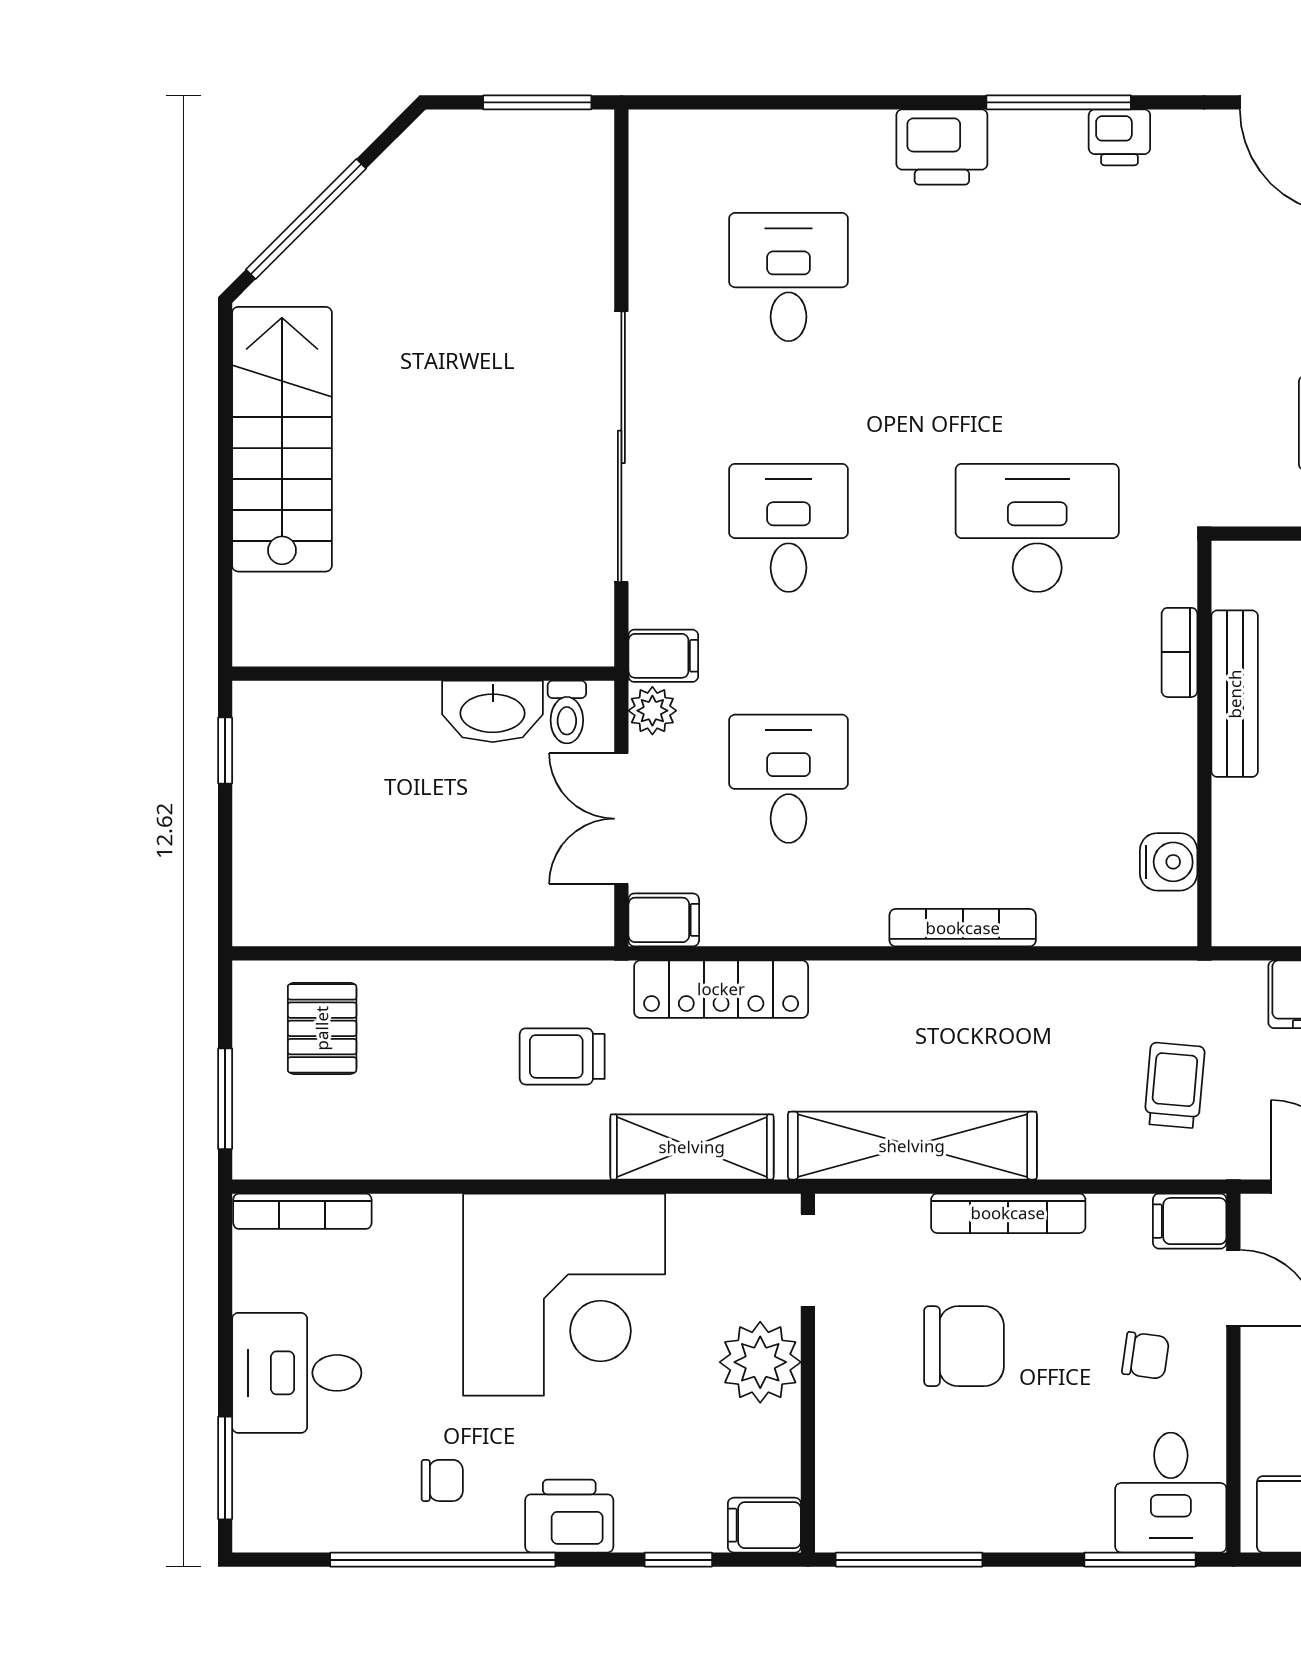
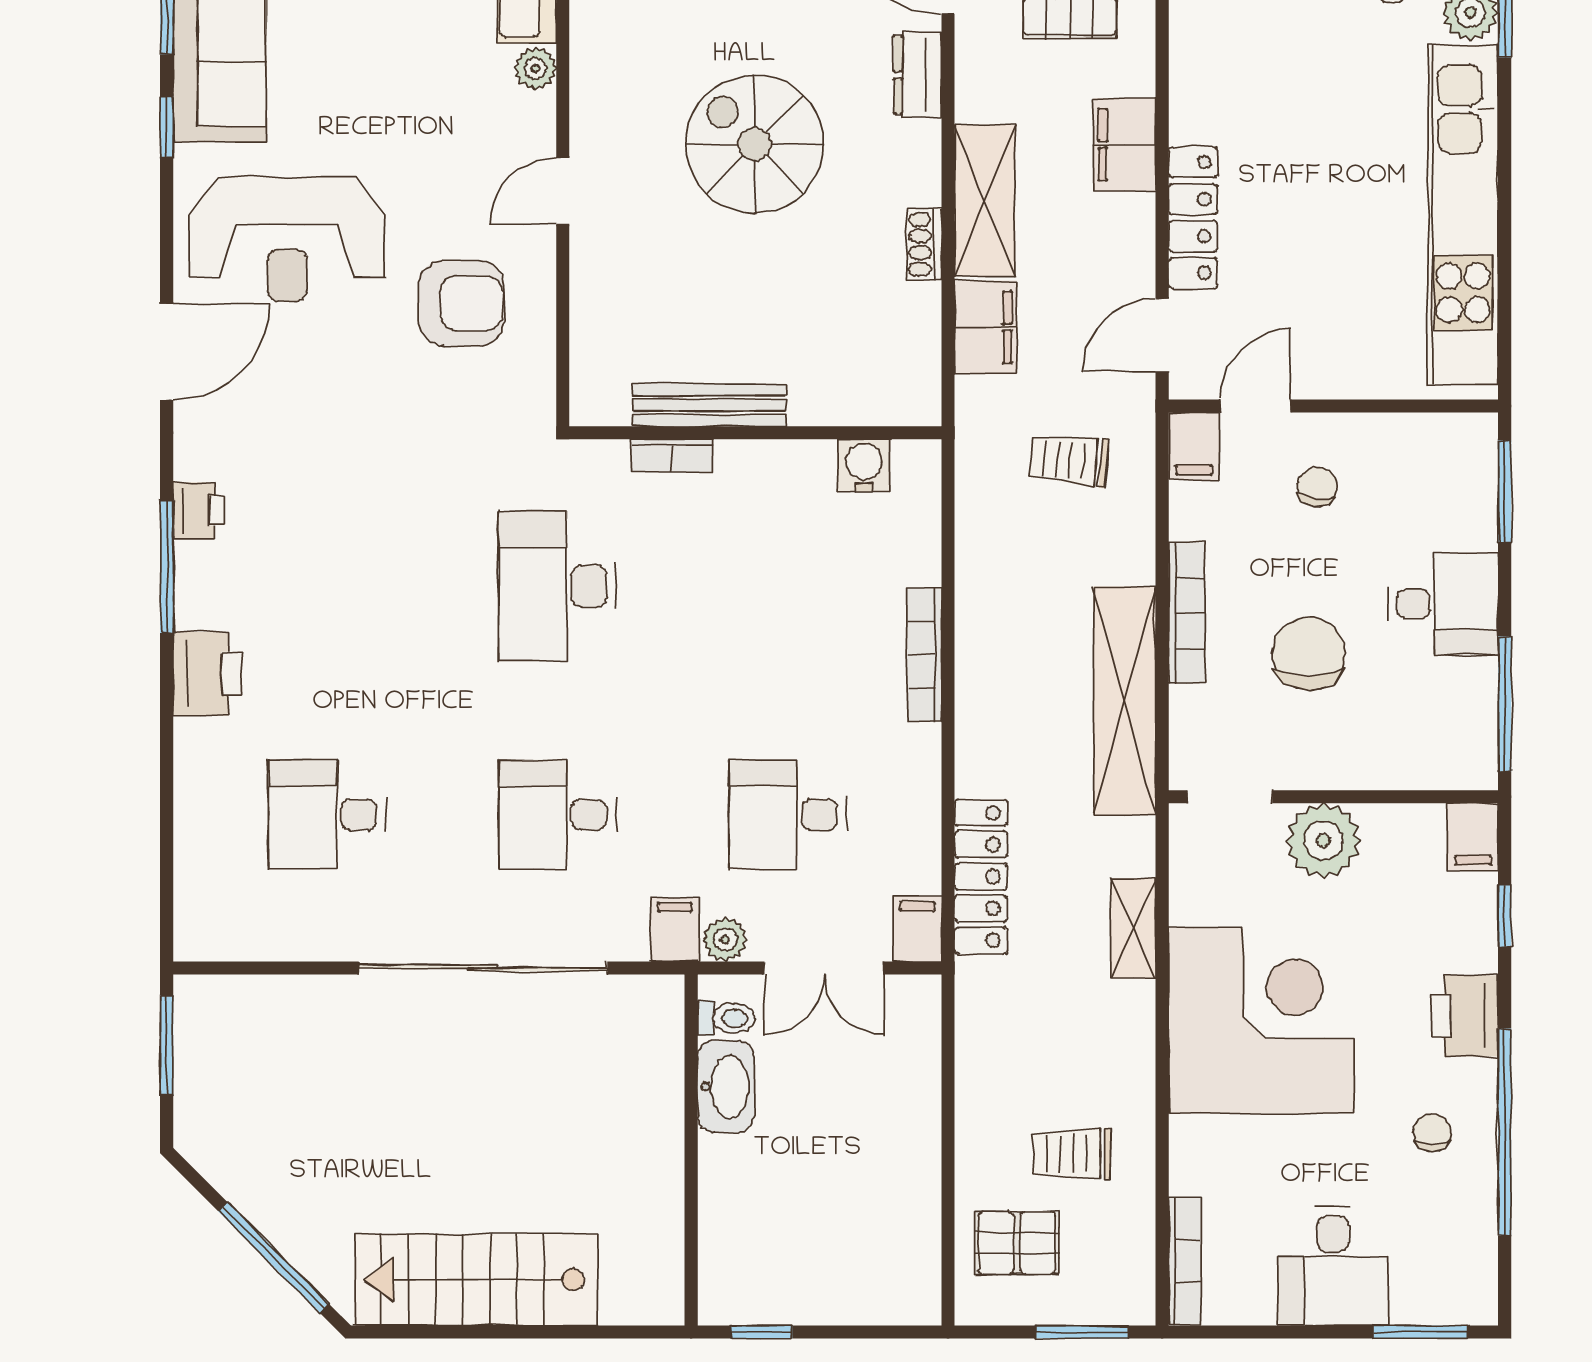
trolley: (562, 1056) -> (1072, 1154), moved, turned 90
shelving: (692, 1147) -> (1133, 928), width x0.67, depth x0.75
desk: (1171, 1493) -> (1443, 604), moved

